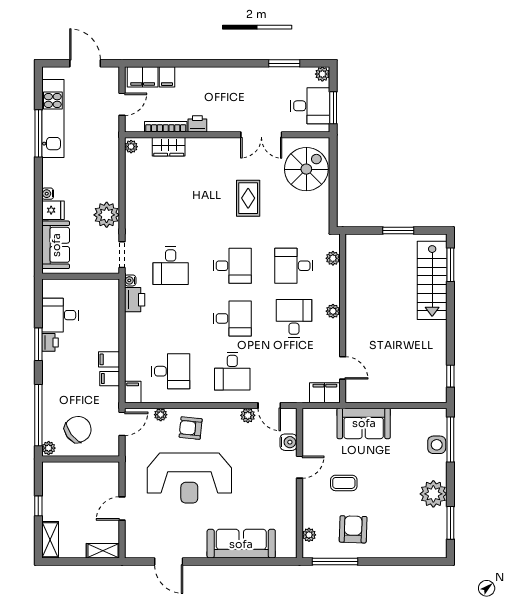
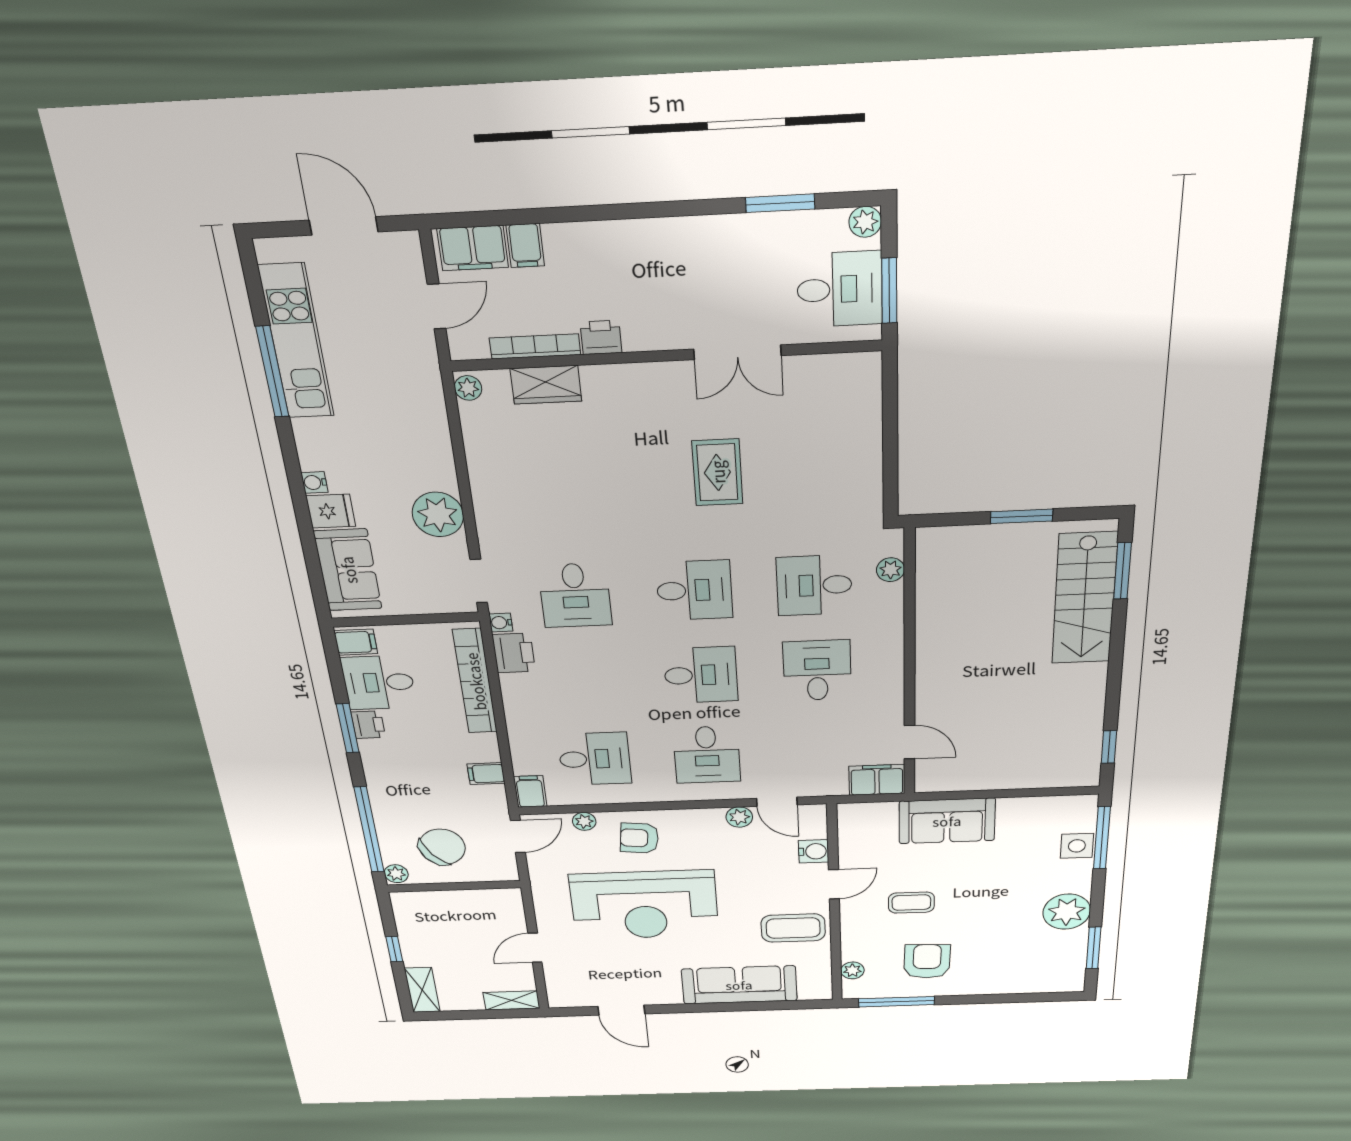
spiral stairs: (306, 169) -> (834, 413), removed
plant: (333, 311) -> (891, 656), removed
bookcase: (112, 317) -> (475, 681), added
filing cabinet: (109, 359) -> (356, 642), moved, turned 180
coffee table: (275, 500) -> (793, 928), added

